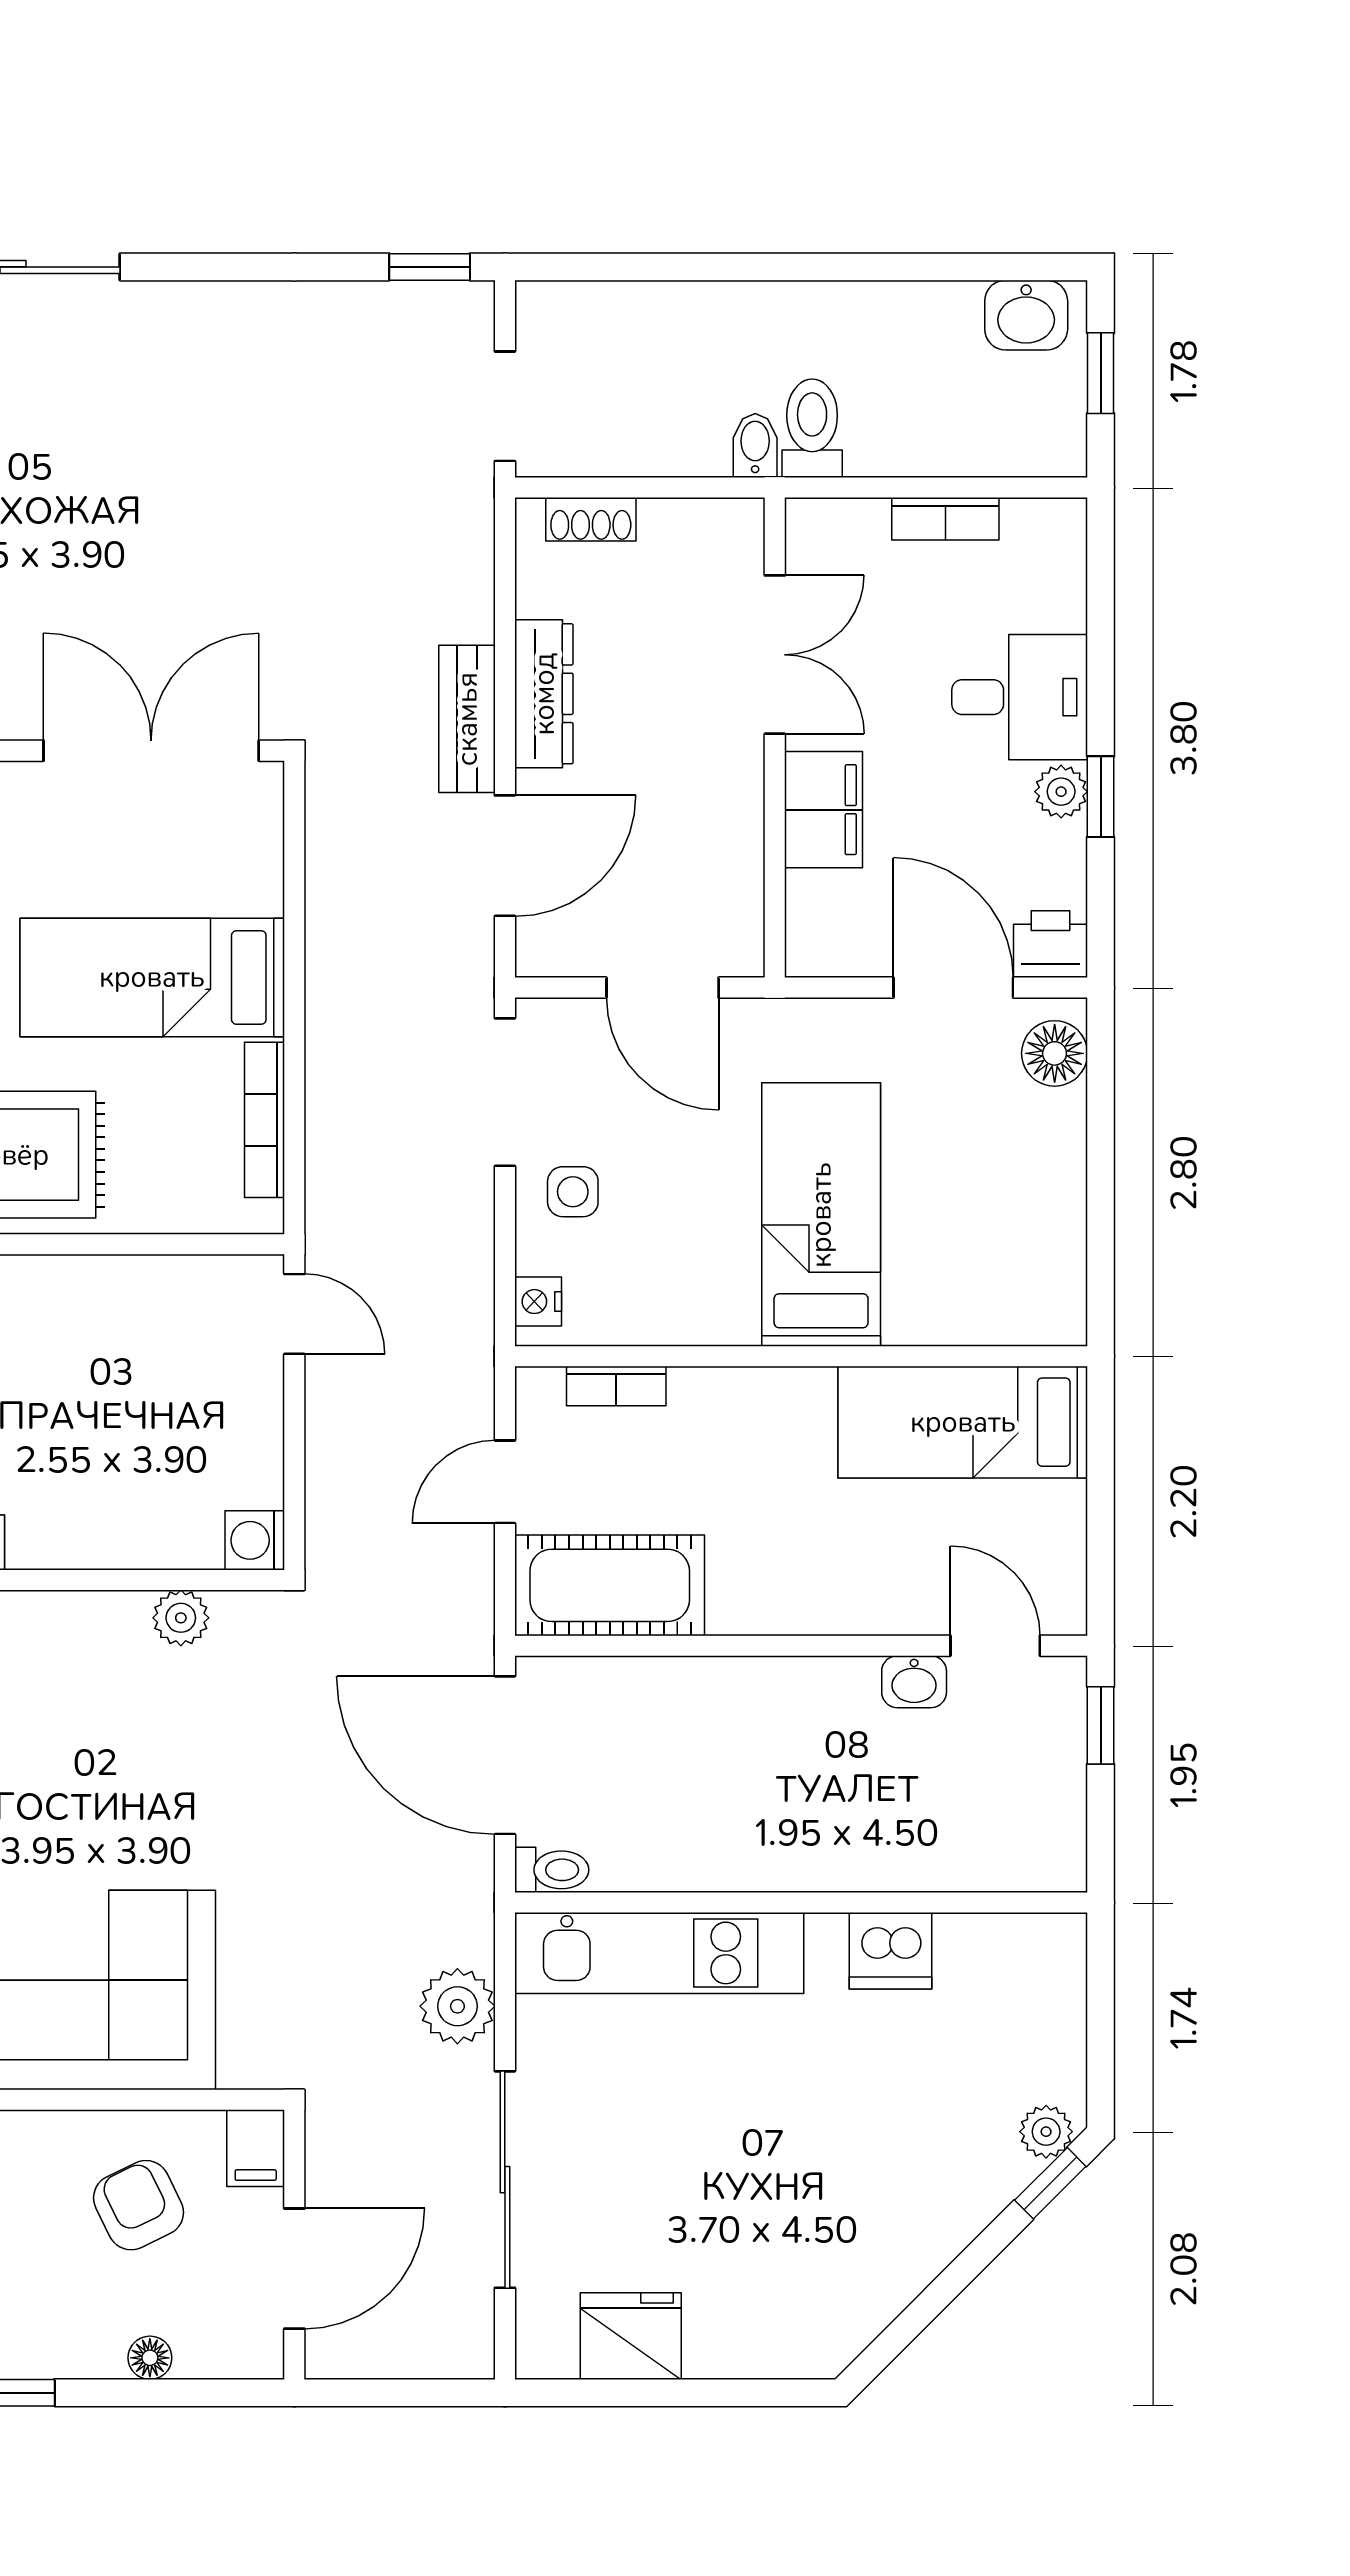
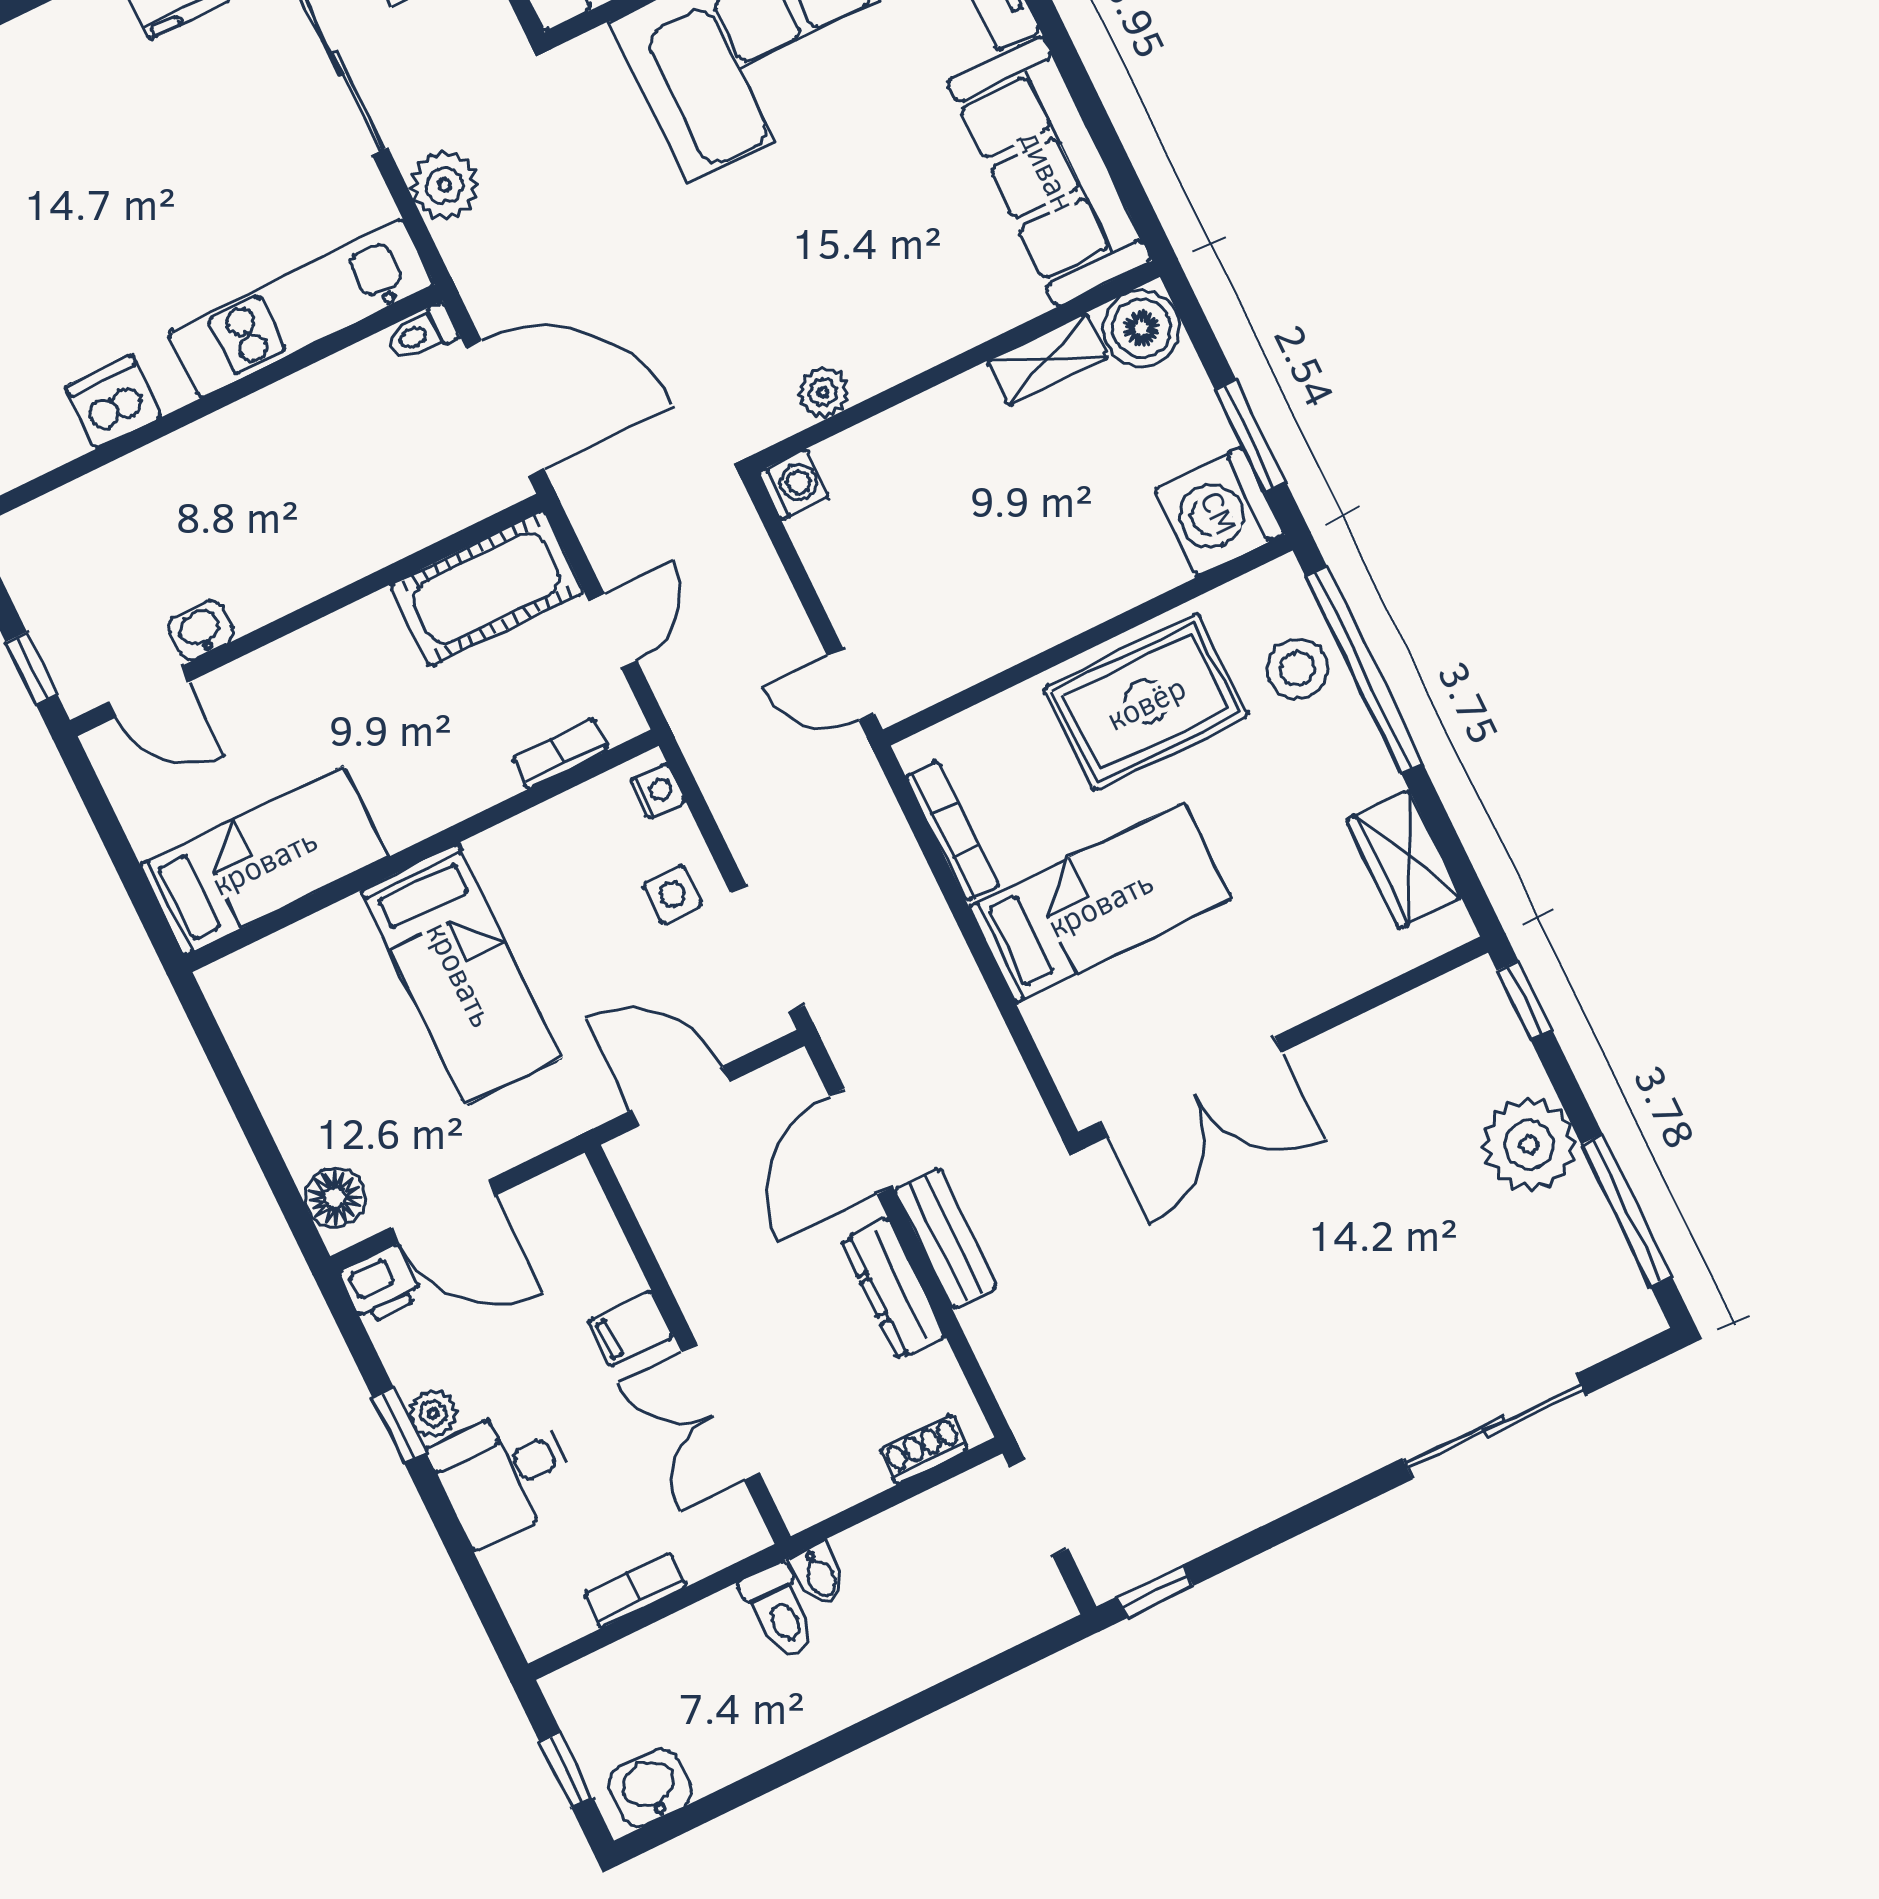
filing cabinet: (824, 810) -> (631, 1329), width x0.50

